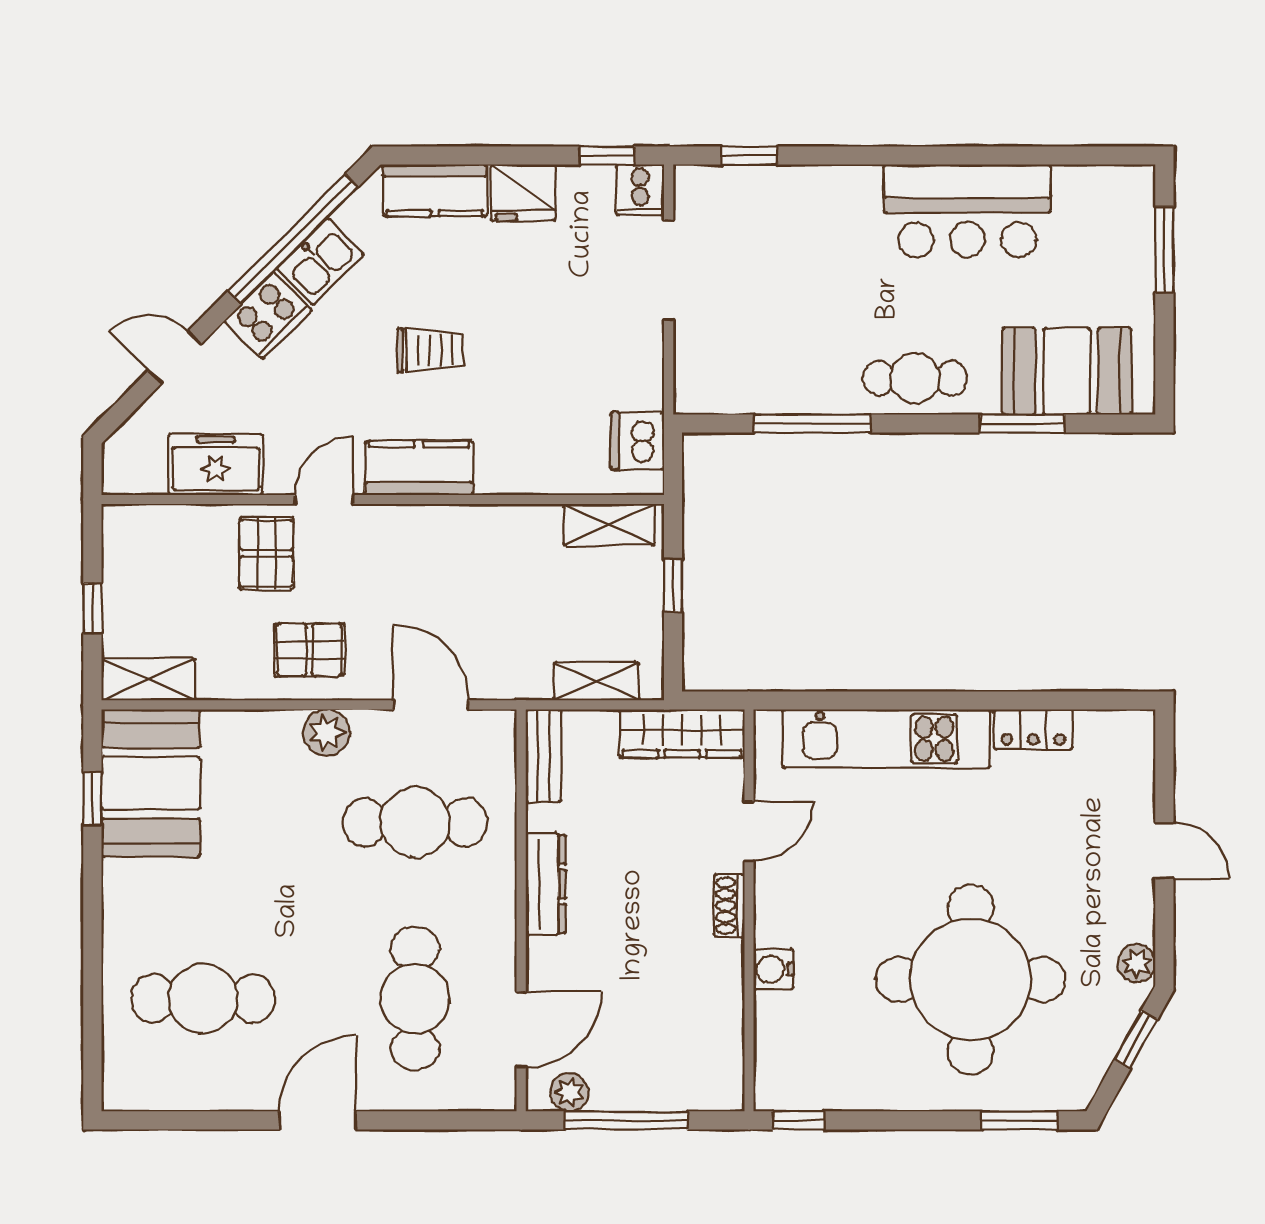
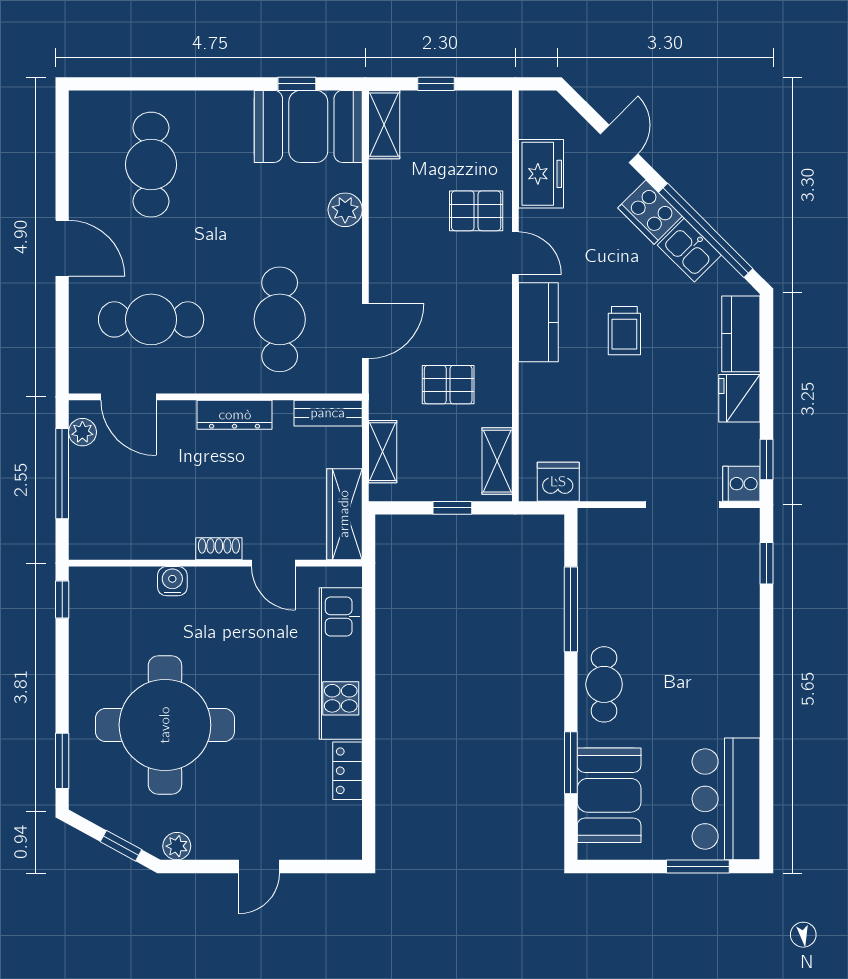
bar counter: (967, 211) -> (726, 799), moved
pallet: (309, 650) -> (448, 385), moved, turned 90
plant: (326, 733) -> (345, 210), moved

